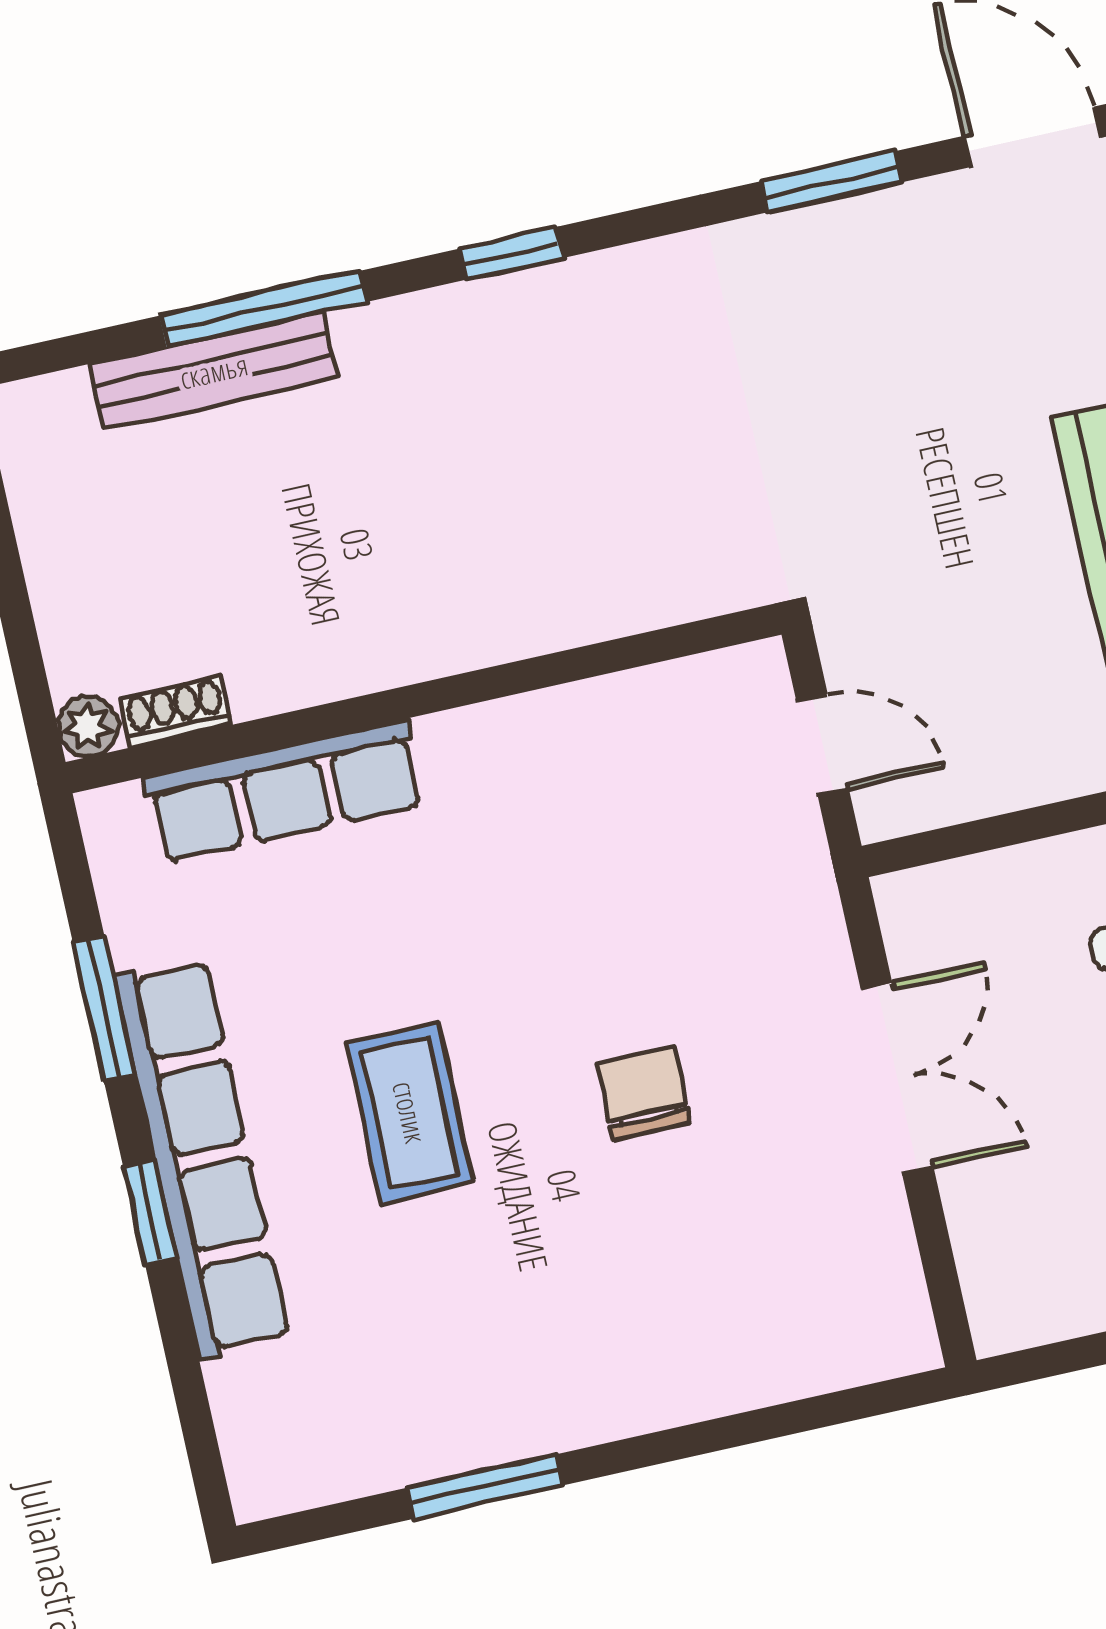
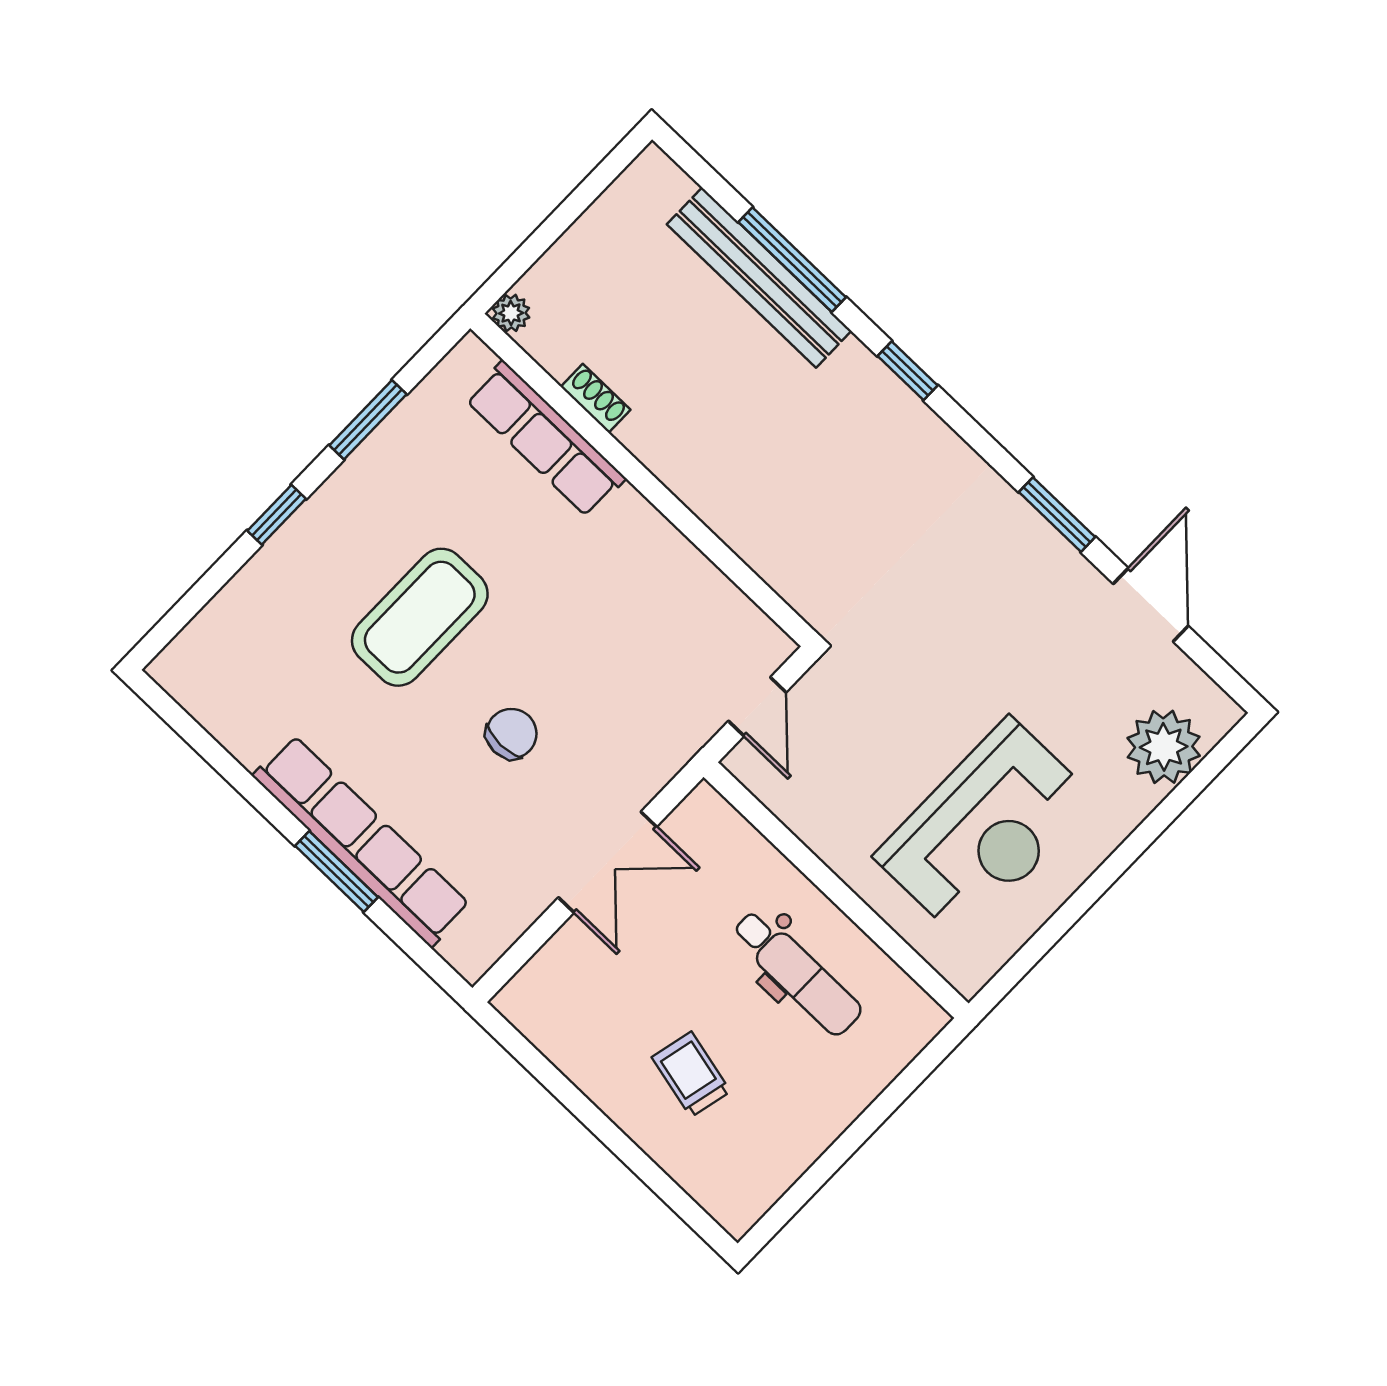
bench: (214, 371) -> (759, 278), width x1.37, depth x1.21
shoe rack: (176, 711) -> (596, 398), moved
coffee table: (410, 1112) -> (420, 617), width x1.36, depth x1.32
row of seats: (202, 1158) -> (362, 841), moved, turned -90
window: (485, 1487) -> (336, 872), moved

